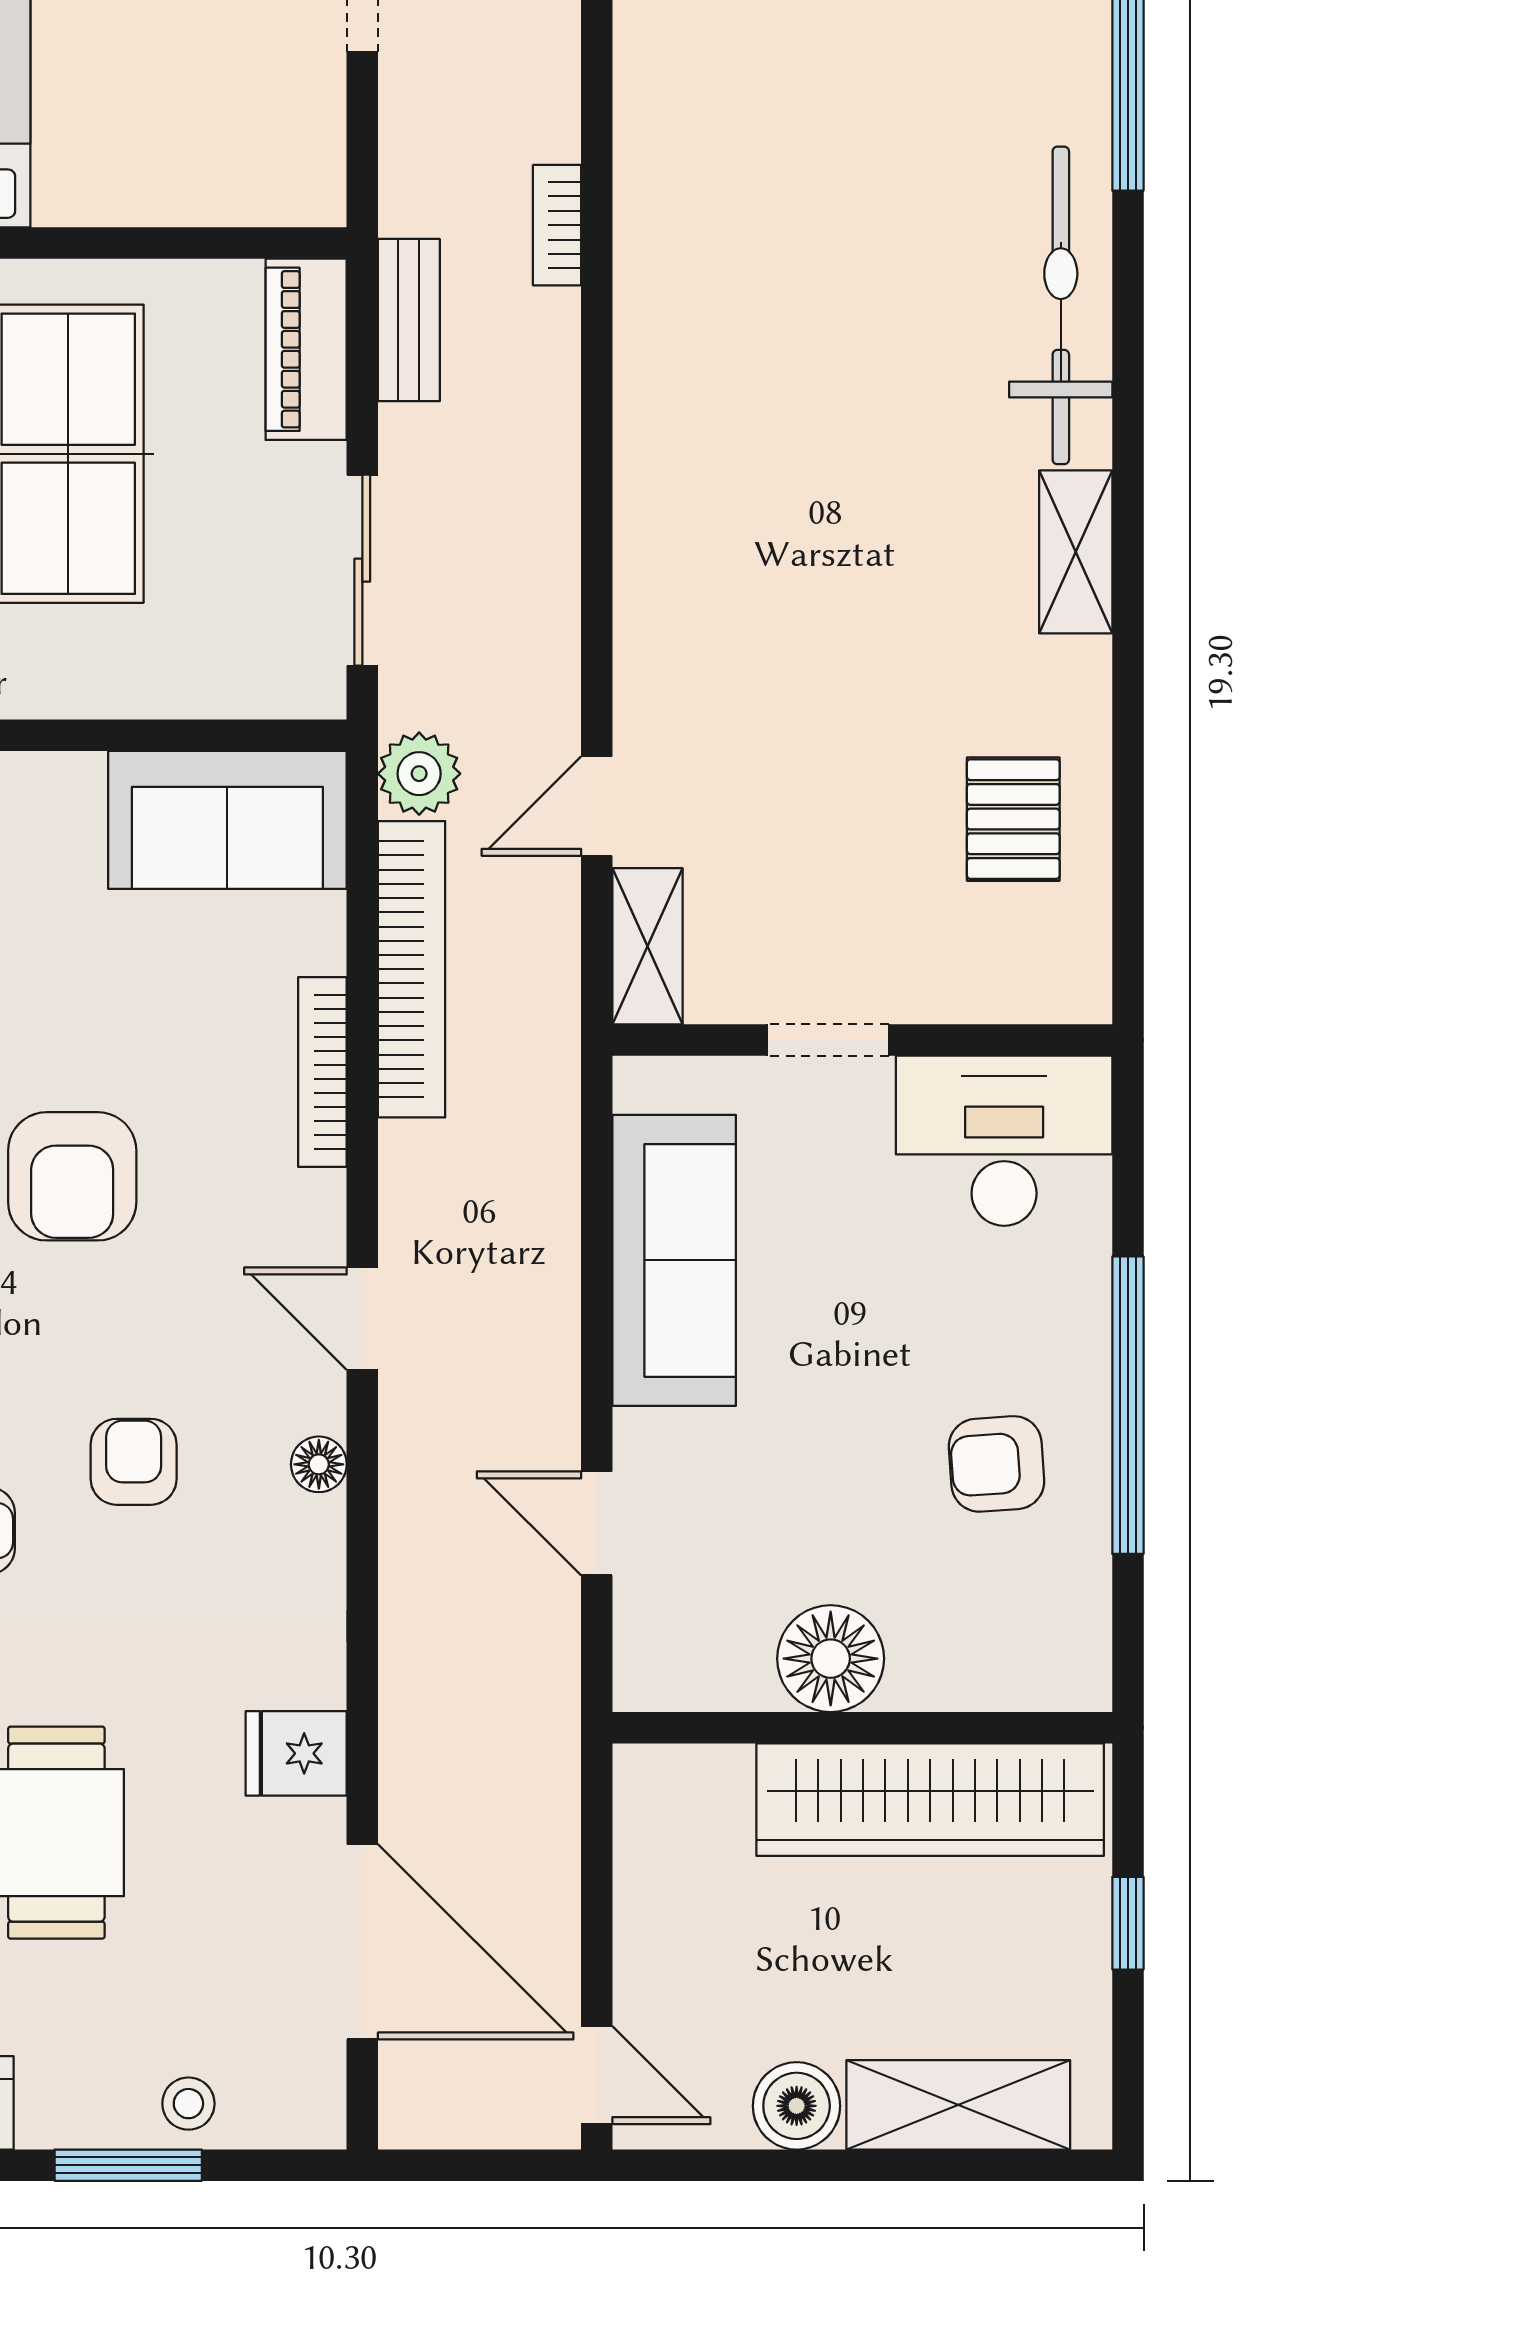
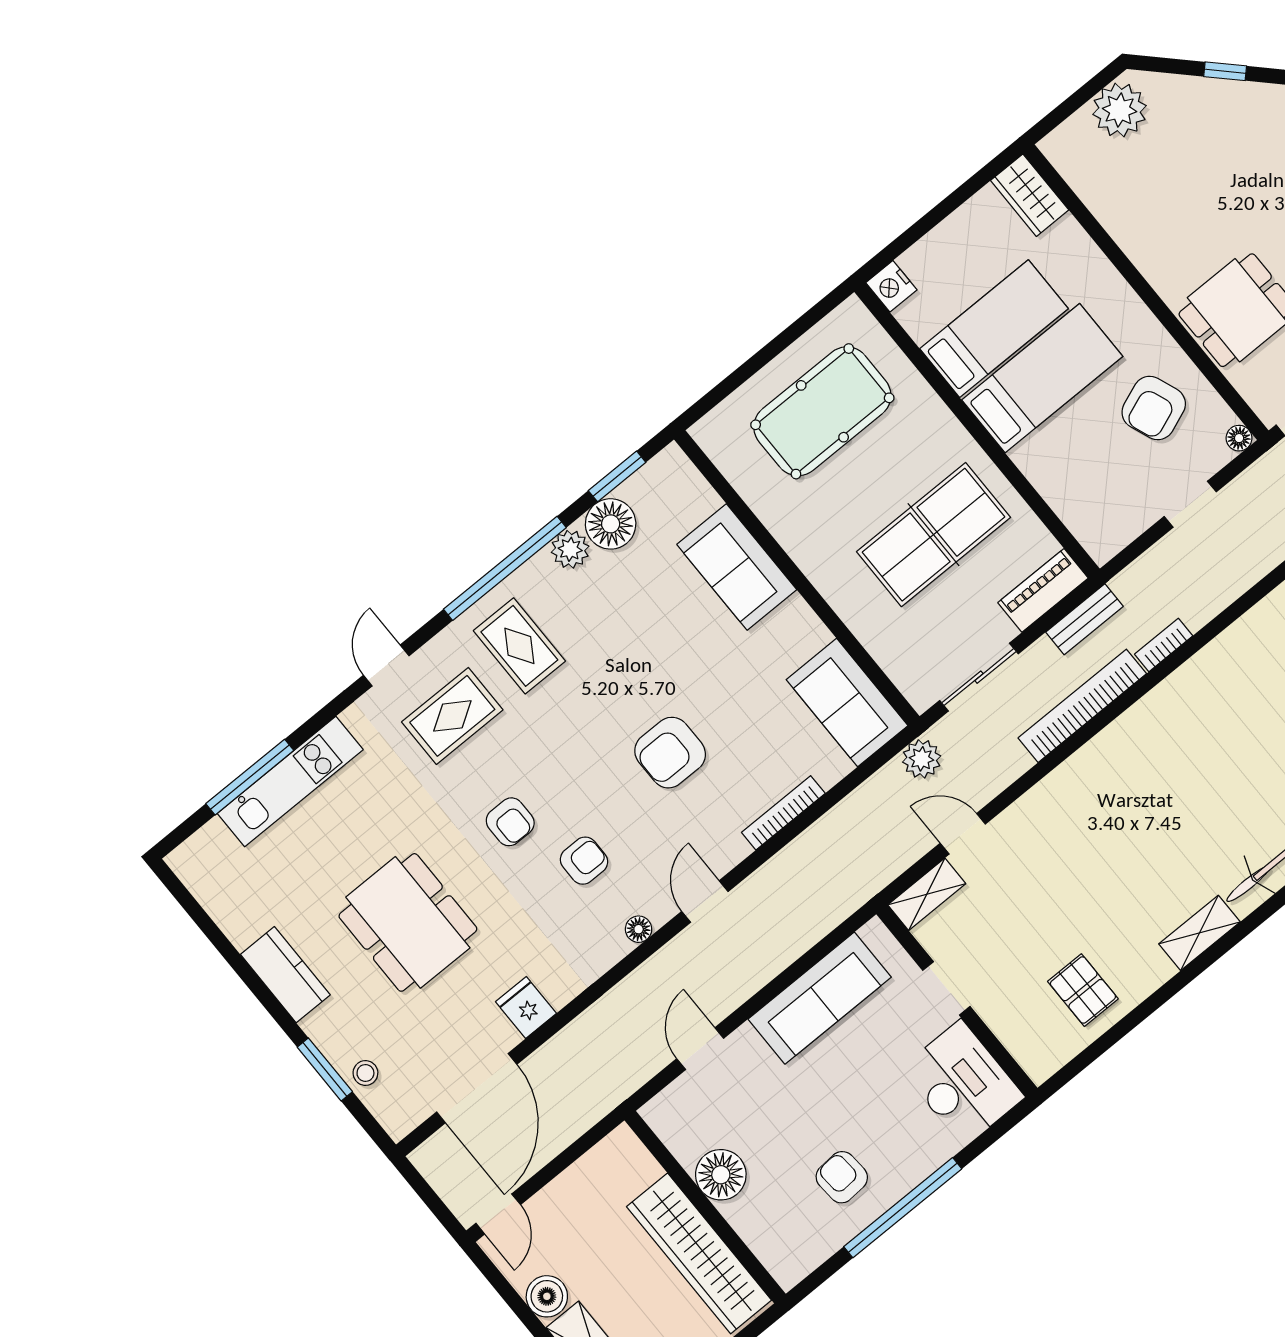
pallet: (1013, 819) -> (1083, 990), turned 90
bookcase: (412, 969) -> (1082, 706), moved, turned 180

